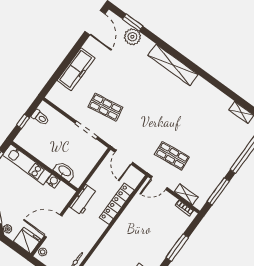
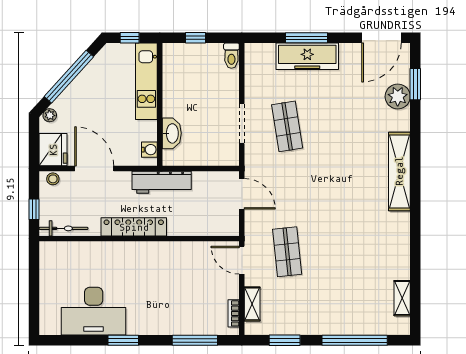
window: (66, 62) -> (306, 38), added
toilet: (40, 117) -> (231, 56), moved
door: (124, 157) -> (242, 194), swing flipped
water cooler: (53, 181) -> (149, 150), moved
window: (218, 191) -> (285, 340), width x0.69
workbench: (83, 200) -> (162, 182), width x1.38
locker: (117, 204) -> (134, 227), moved
window: (177, 248) -> (195, 340), moved

